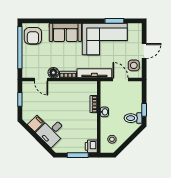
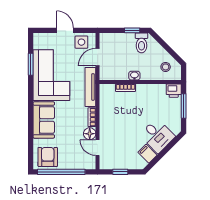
armchair: (33, 36) -> (48, 157), turned -90
door: (41, 80) -> (98, 148), swing flipped

